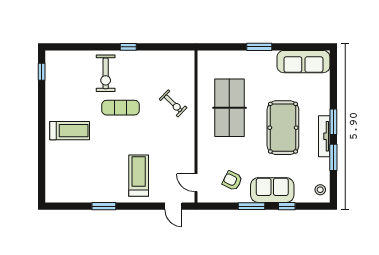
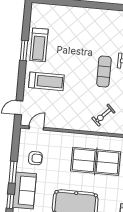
treadmill: (70, 131) -> (39, 45), moved
armchair: (232, 181) -> (35, 158), turned 64

